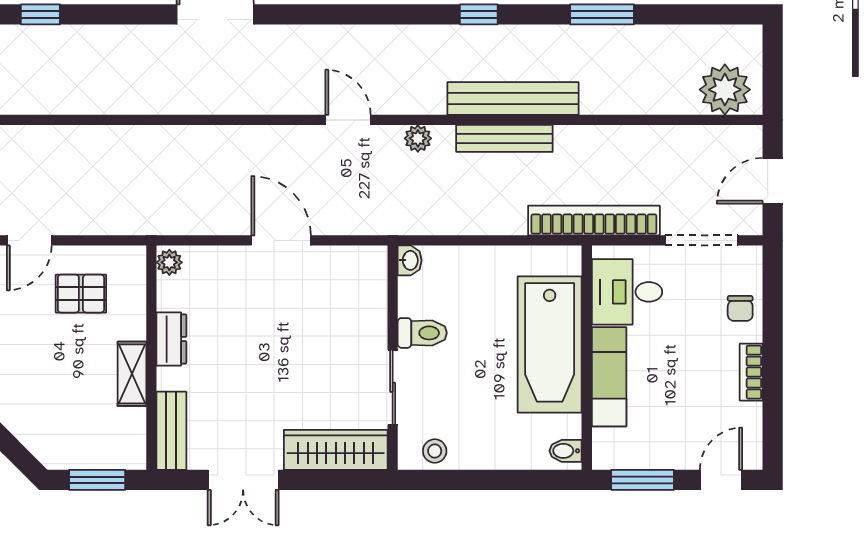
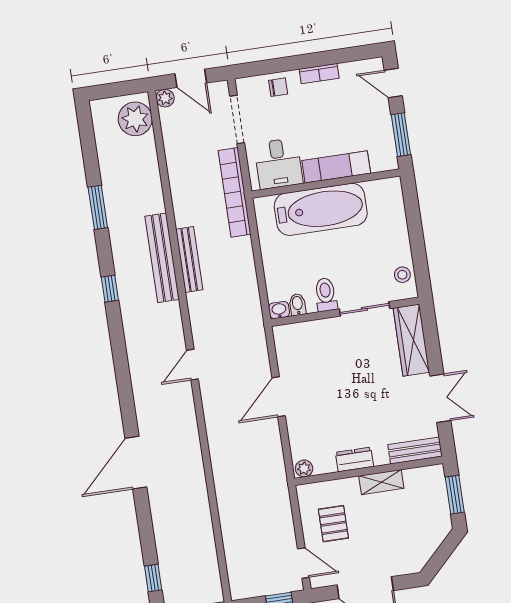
plant: (418, 138) -> (165, 98), moved
bidet: (566, 451) -> (298, 304), moved, turned 180

